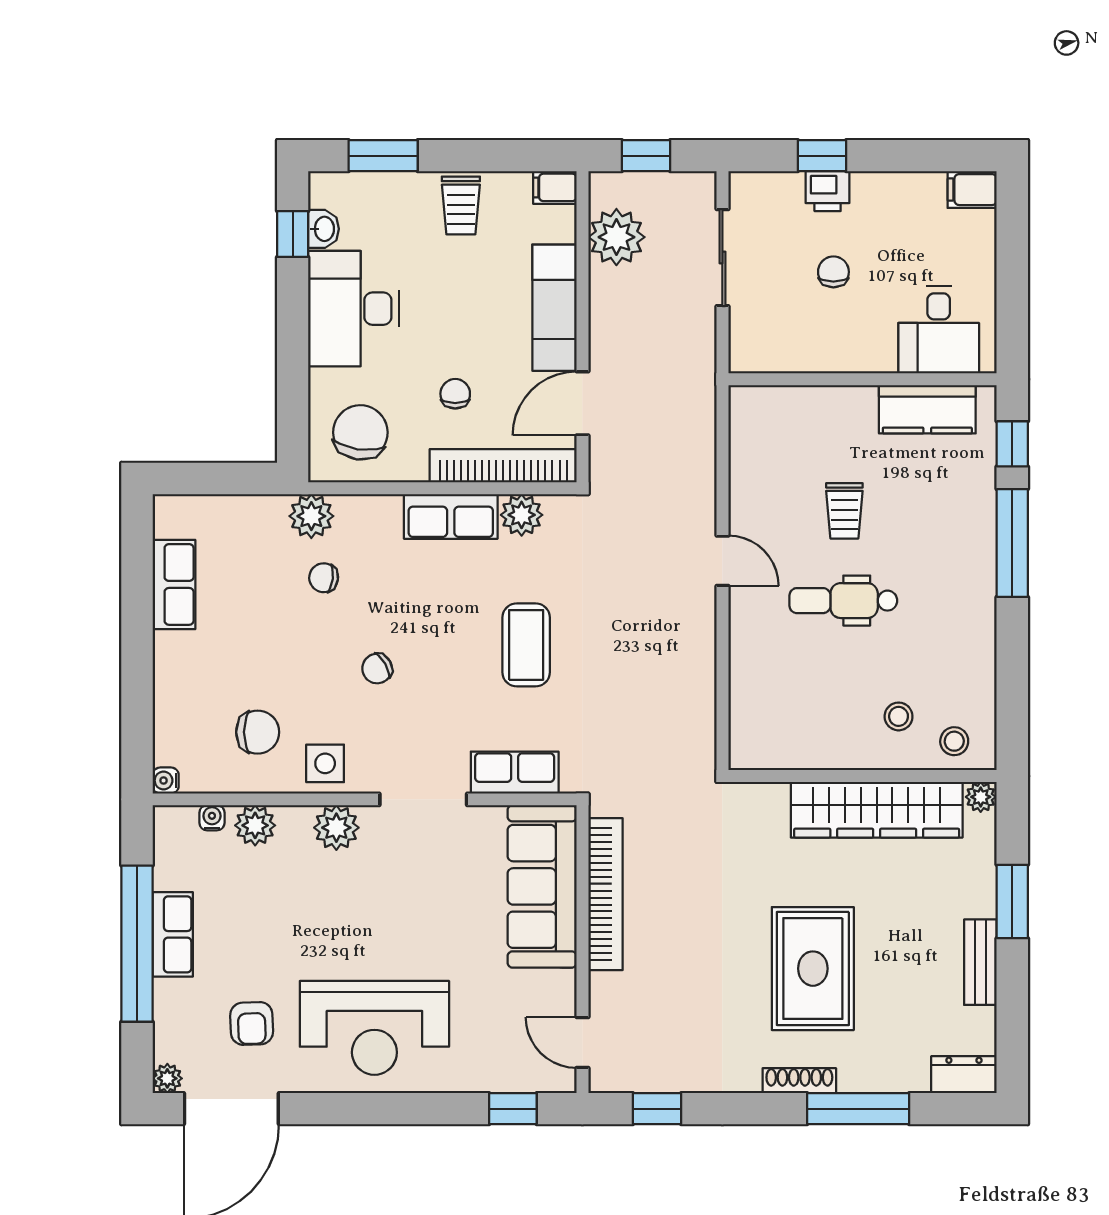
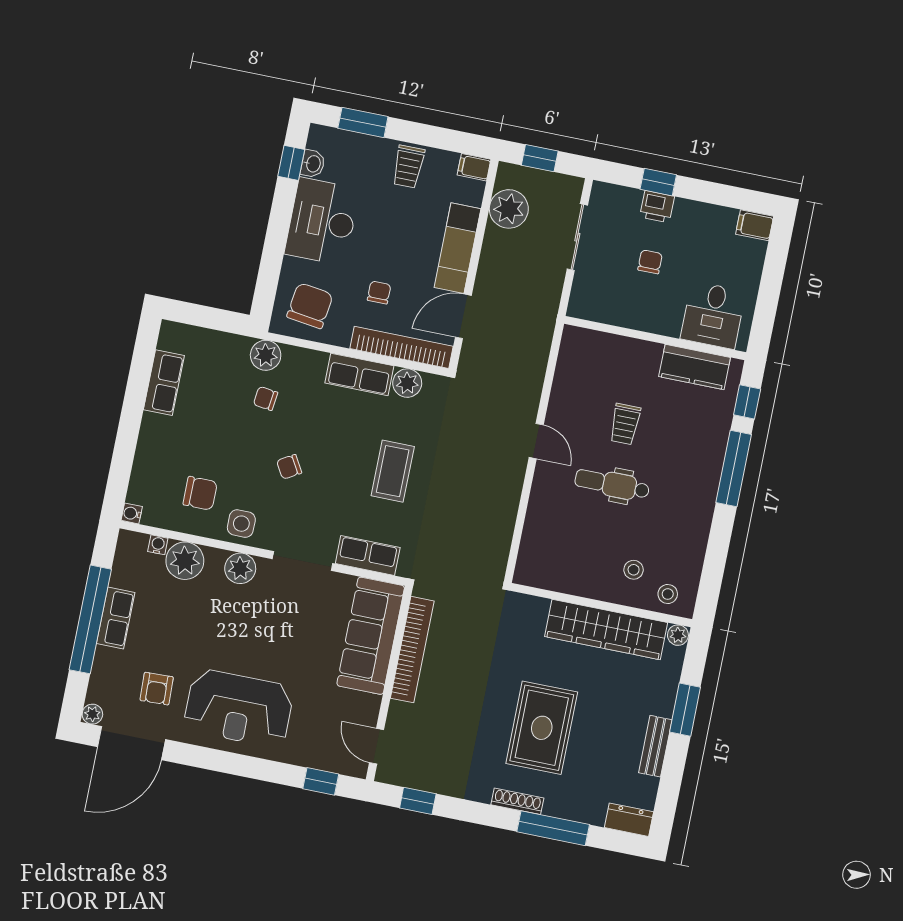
plant: (255, 825) -> (185, 561), width x1.36, depth x1.36

